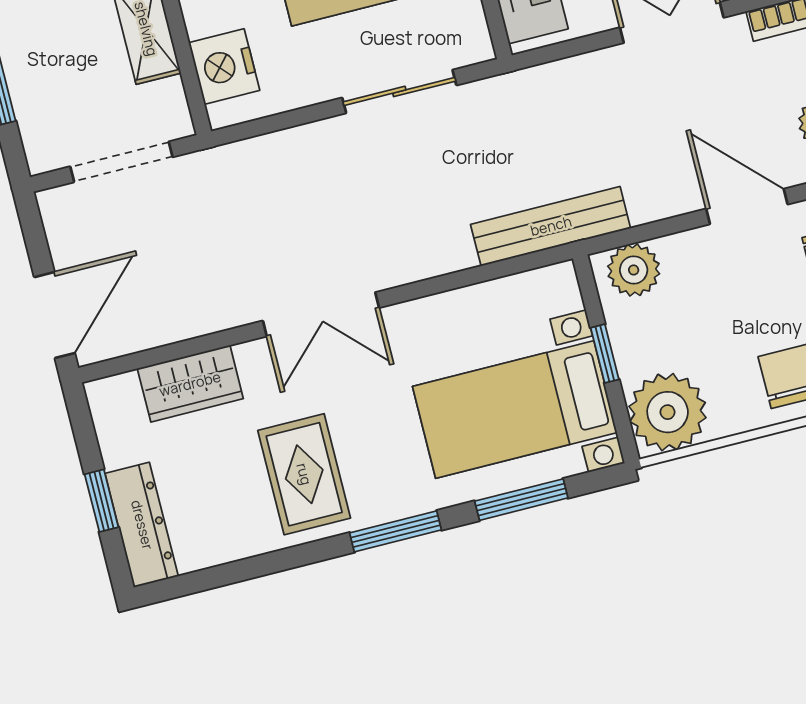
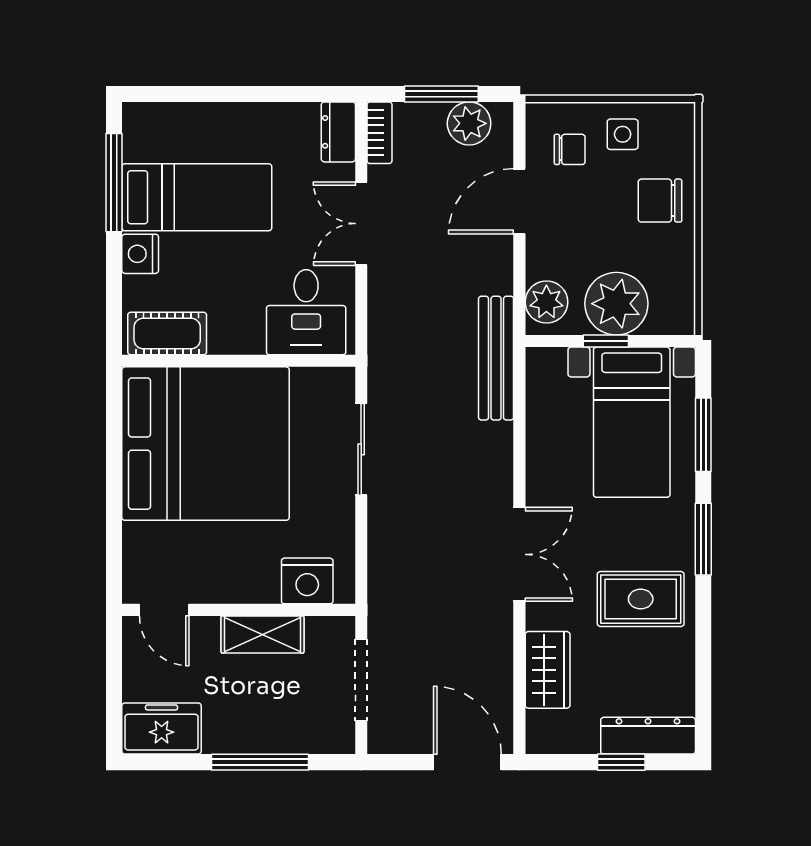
plant: (668, 412) -> (616, 304), moved

